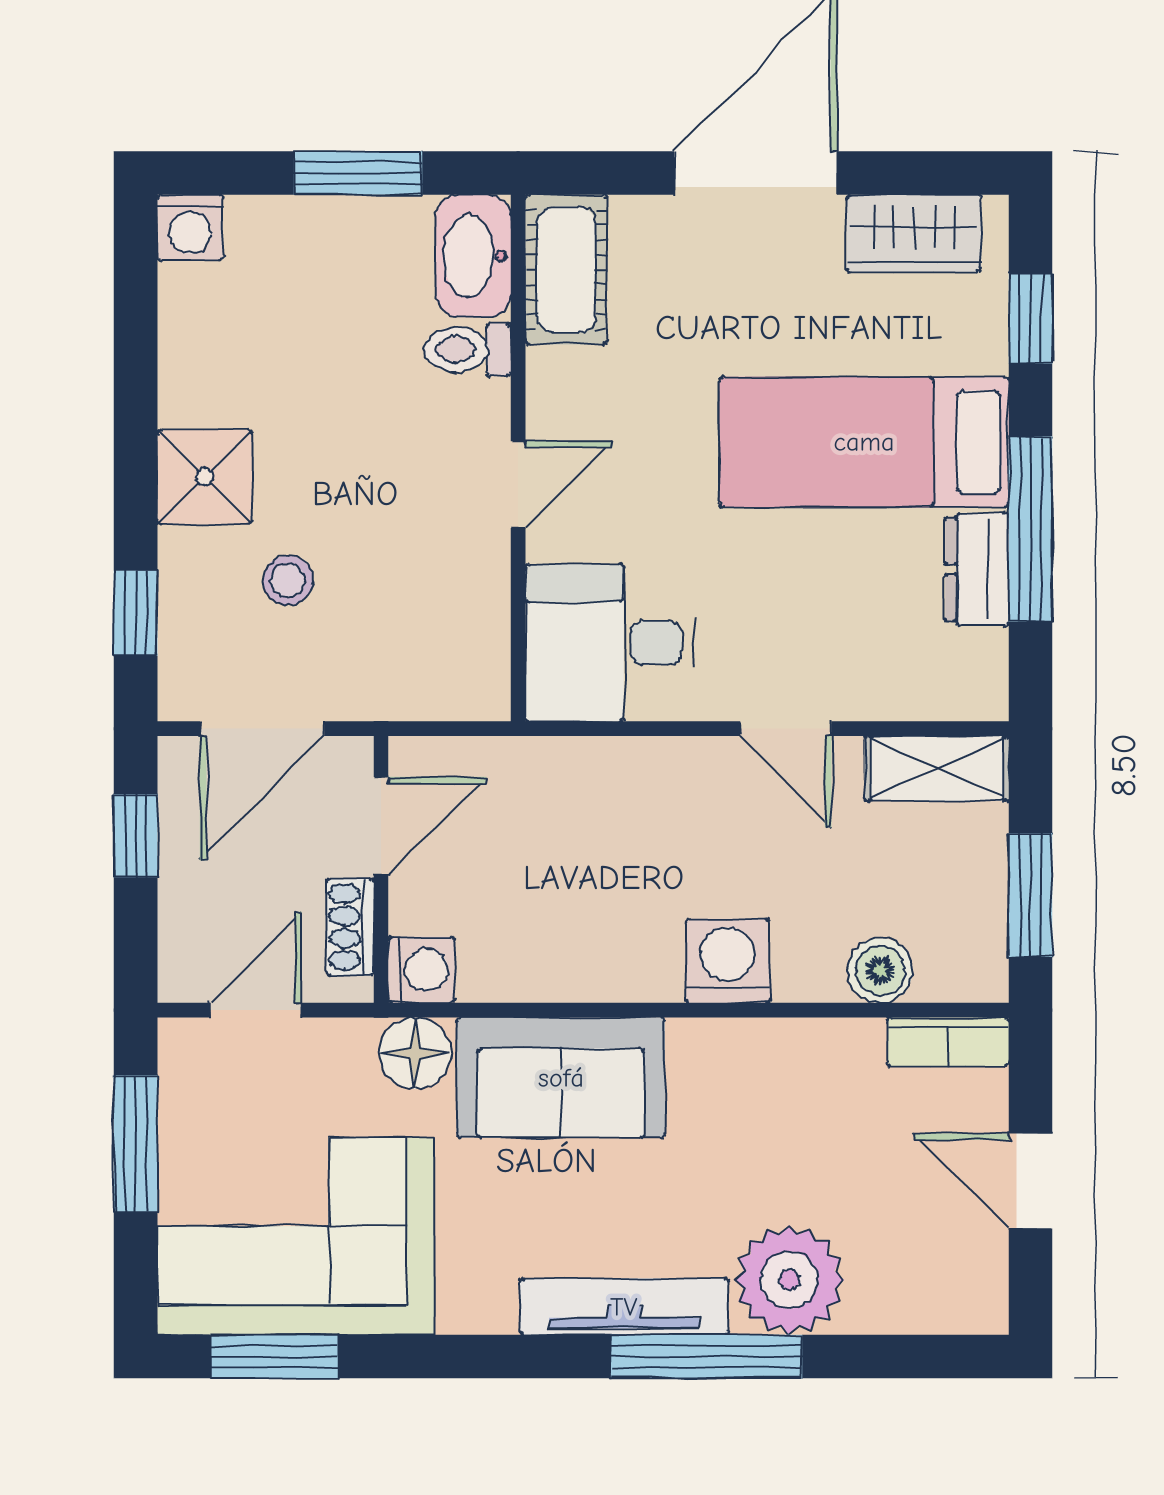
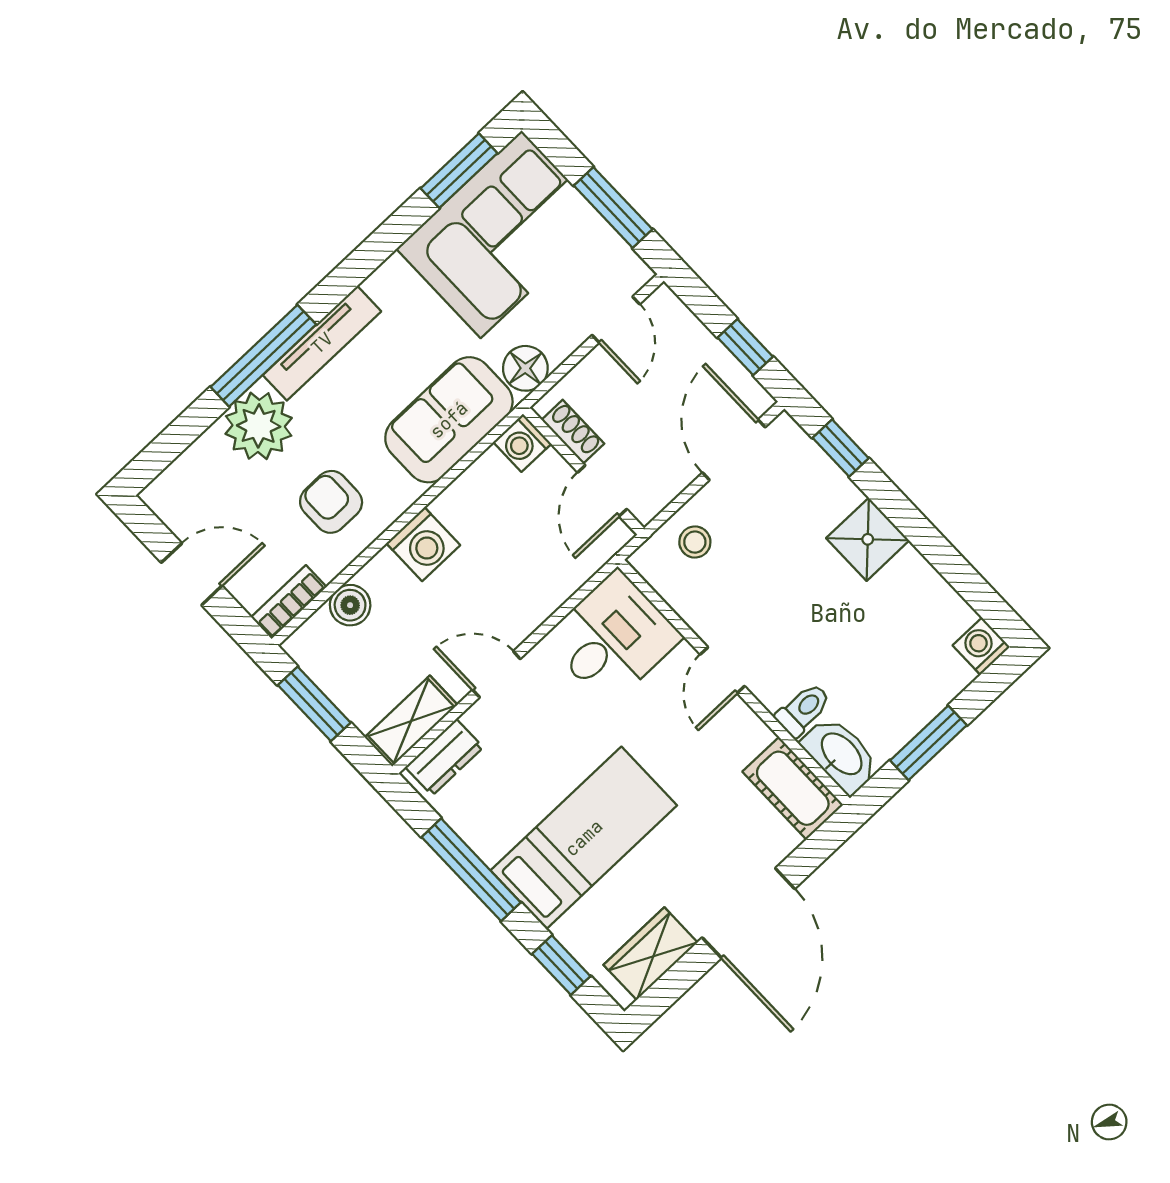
dresser: (977, 569) -> (444, 757), moved, turned 90
stool: (288, 580) -> (695, 542), moved
door: (381, 826) -> (602, 491), moved
wall: (381, 869) -> (584, 471), moved
shoe rack: (350, 927) -> (573, 432), moved
washing machine: (421, 970) -> (522, 443), moved
armchair: (789, 1112) -> (331, 502), added

